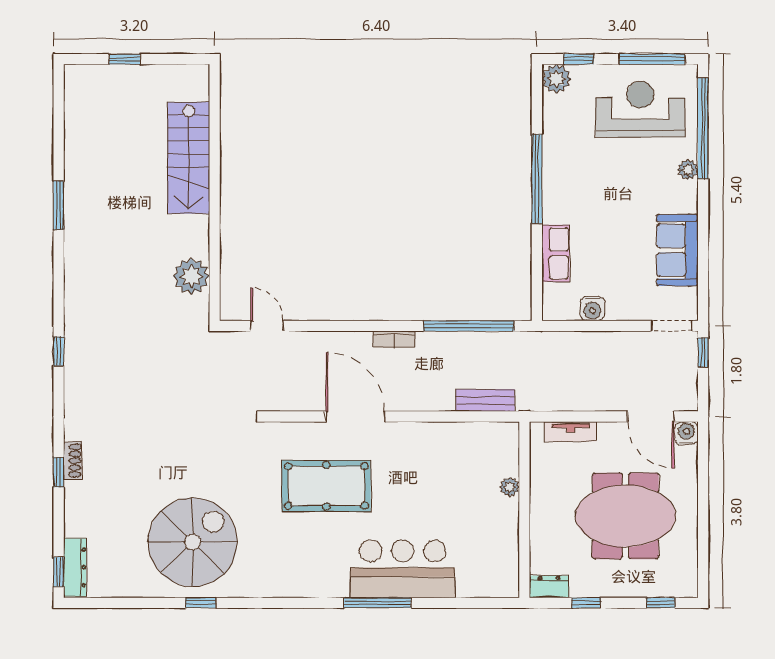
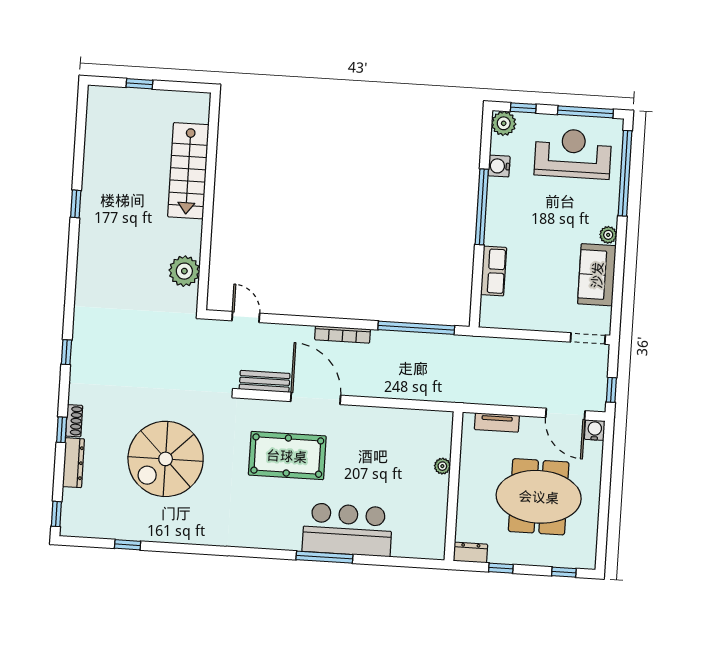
plant: (688, 170) -> (608, 235), moved
window: (59, 205) -> (76, 204), width x0.67
water cooler: (593, 309) -> (499, 166), moved, turned 90
bookcase: (394, 339) -> (343, 334), width x1.56
window: (59, 351) -> (66, 352), moved
window: (703, 352) -> (611, 390), moved
bench: (485, 400) -> (265, 381), moved
spiral stairs: (193, 542) -> (166, 459), moved, turned 180
dresser: (75, 567) -> (73, 463), moved
window: (201, 603) -> (128, 545), moved

